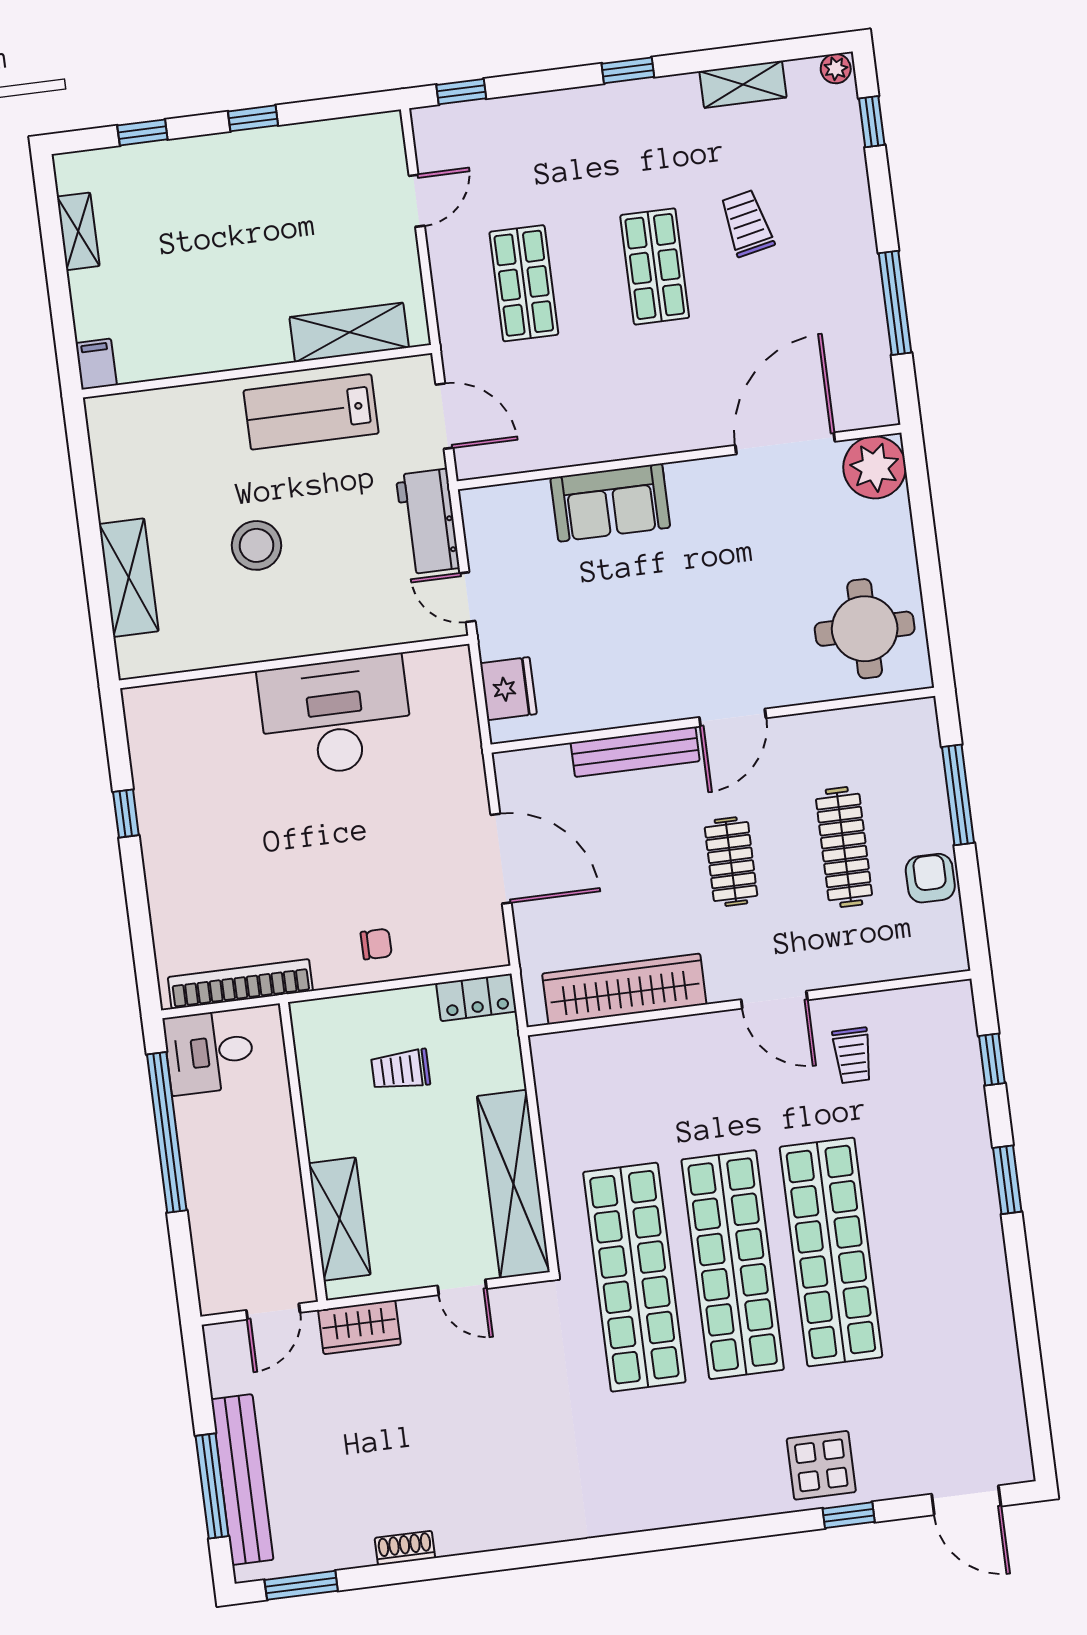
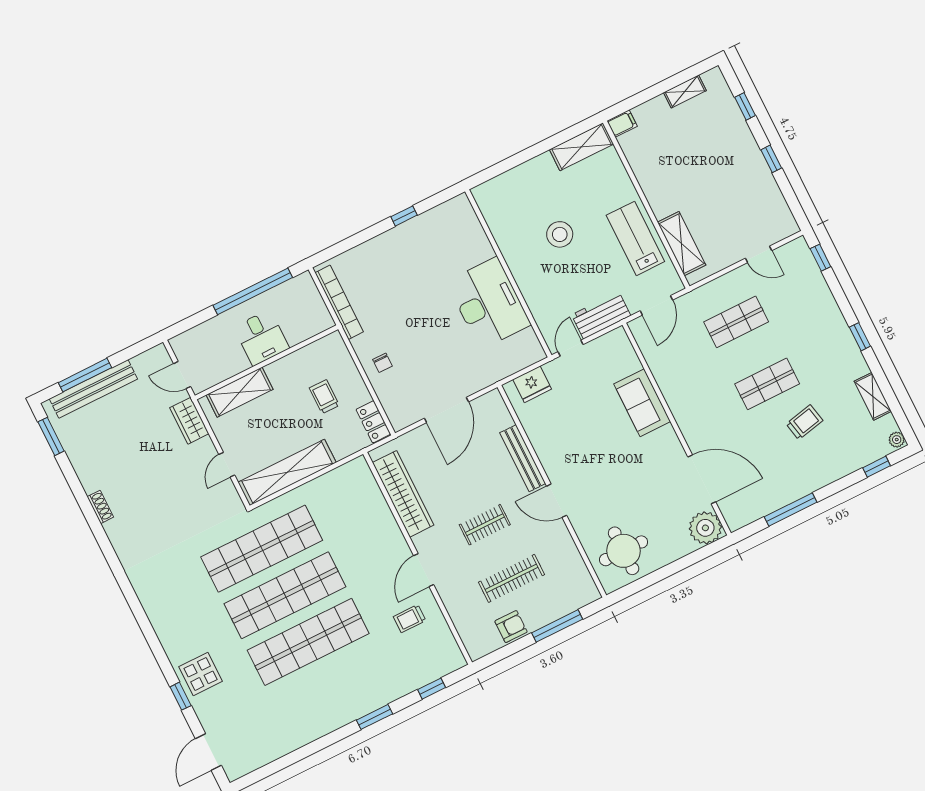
shelving: (129, 578) -> (582, 147), moved
desk: (209, 1052) -> (261, 338), moved, turned 180
shoe rack: (405, 1548) -> (100, 507), moved

